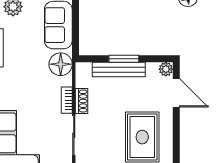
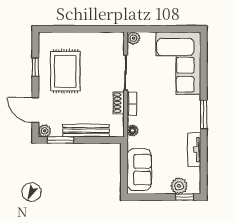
window: (124, 59) -> (61, 140), moved
floor lamp: (61, 64) -> (132, 130), width x0.53, depth x0.53
window: (176, 142) -> (35, 67), added

